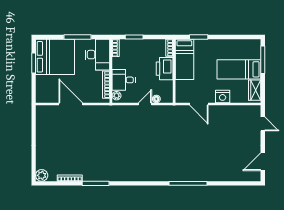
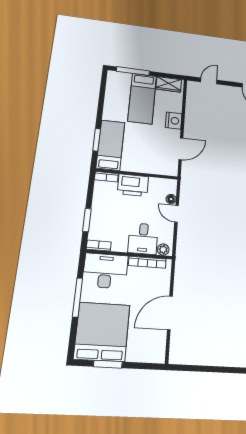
bed: (184, 59) -> (111, 145), moved, turned -90

